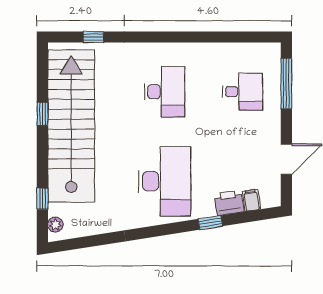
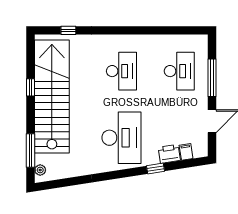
window: (286, 84) -> (212, 78), moved
desk: (242, 92) -> (179, 71), width x1.37
window: (42, 199) -> (30, 151), width x2.17

